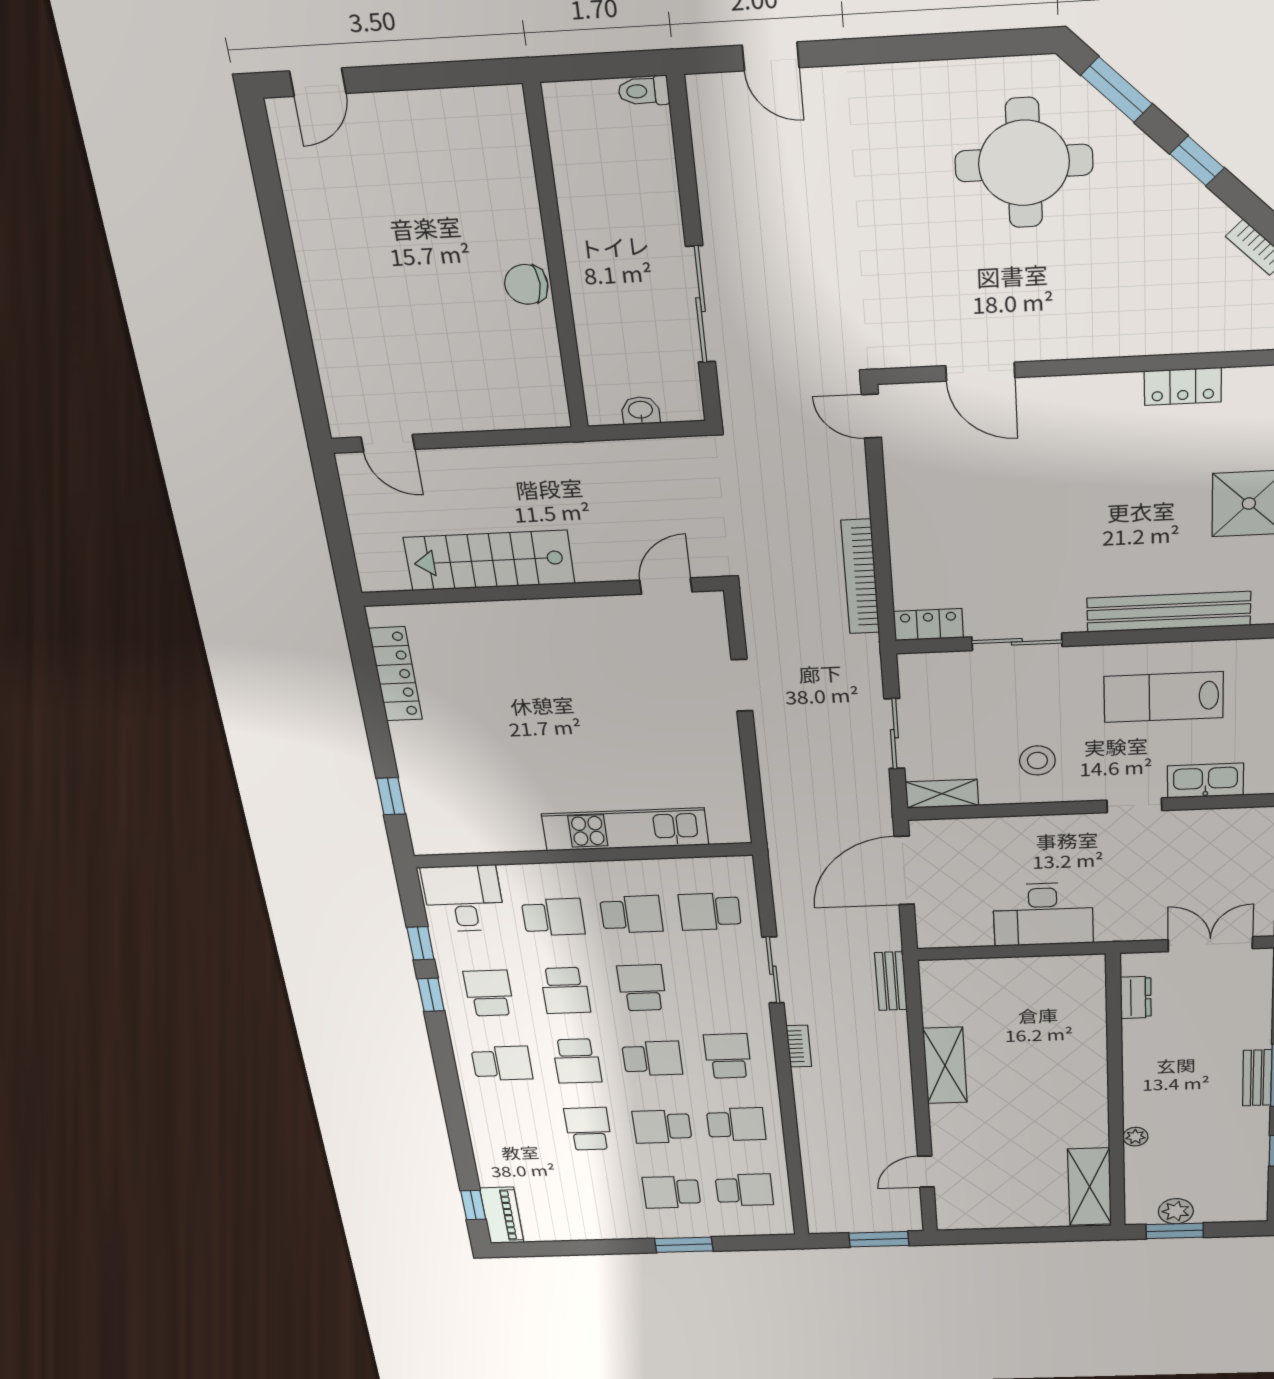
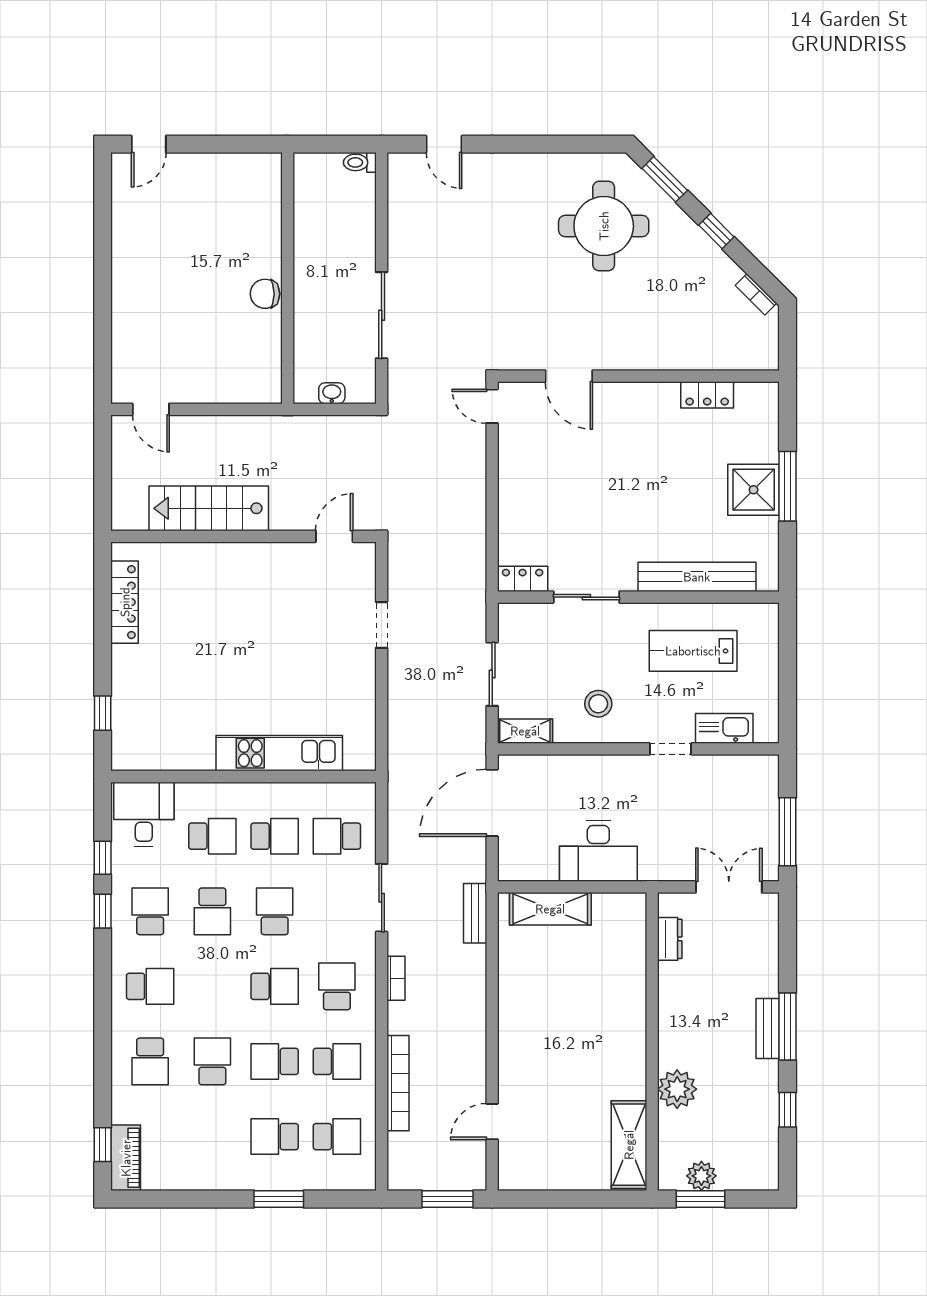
bookcase: (860, 577) -> (398, 1083), moved, turned 180
school desk: (577, 1061) -> (150, 1061), moved
shelving: (945, 1065) -> (550, 909), moved, turned 90
plant: (1135, 1137) -> (677, 1089), width x1.87, depth x1.87

